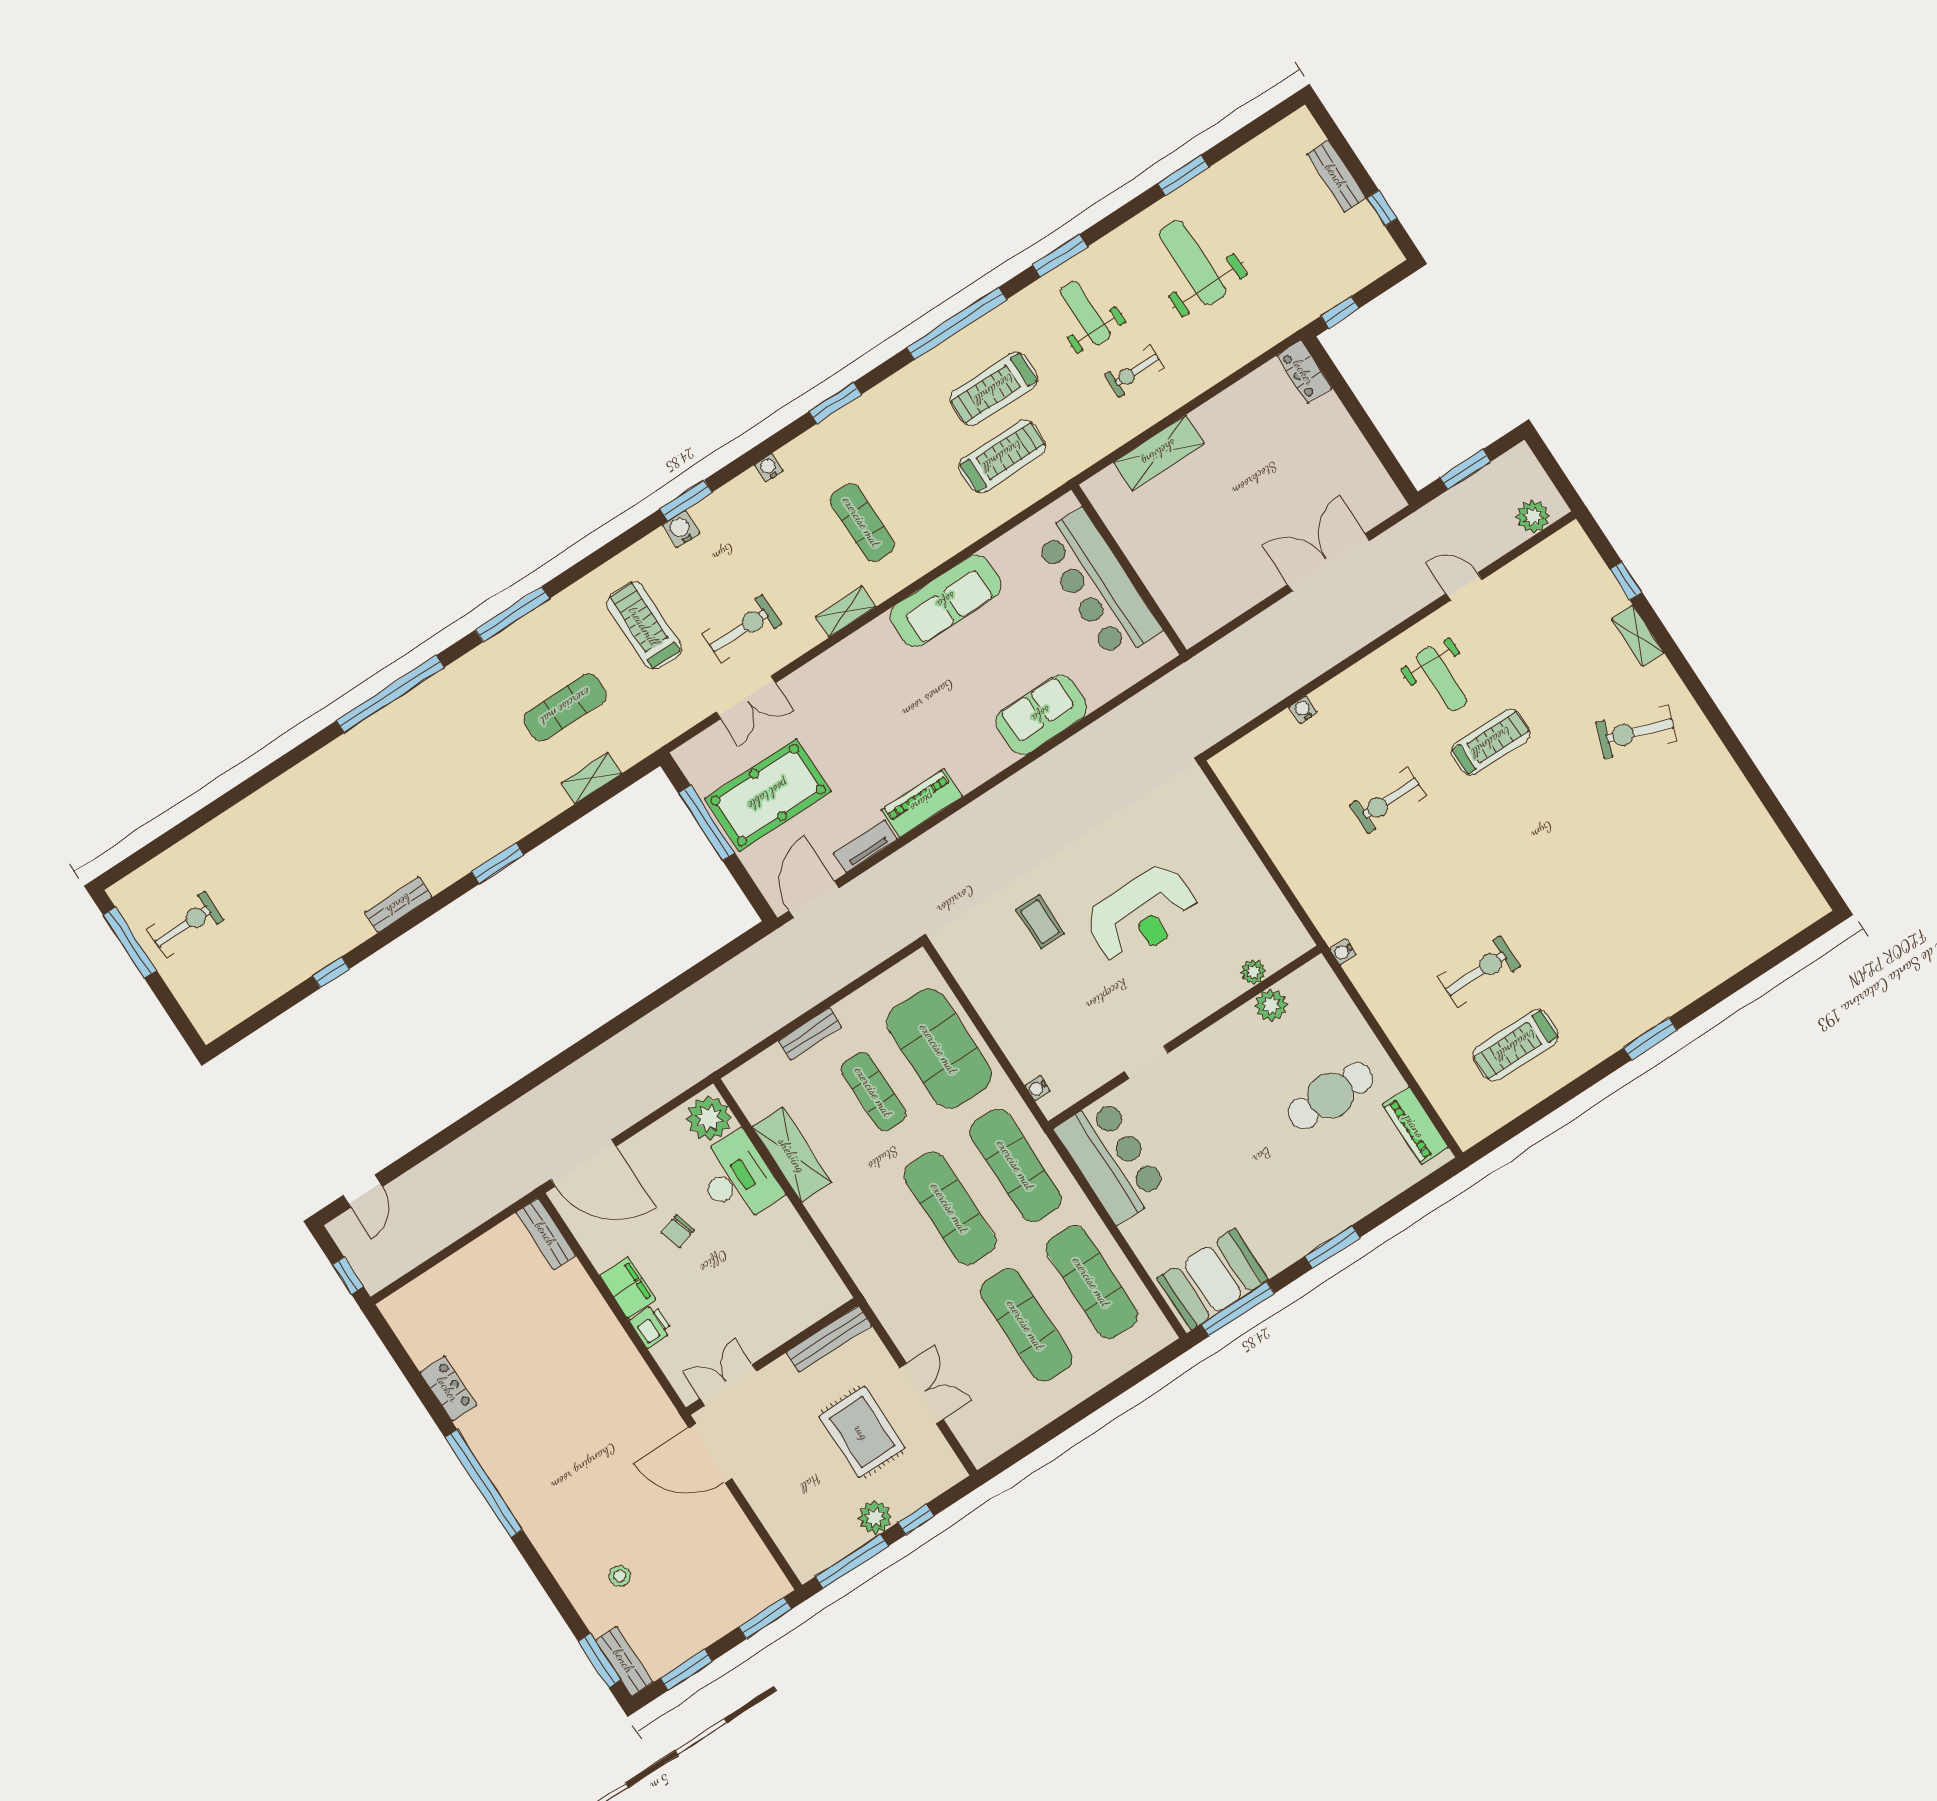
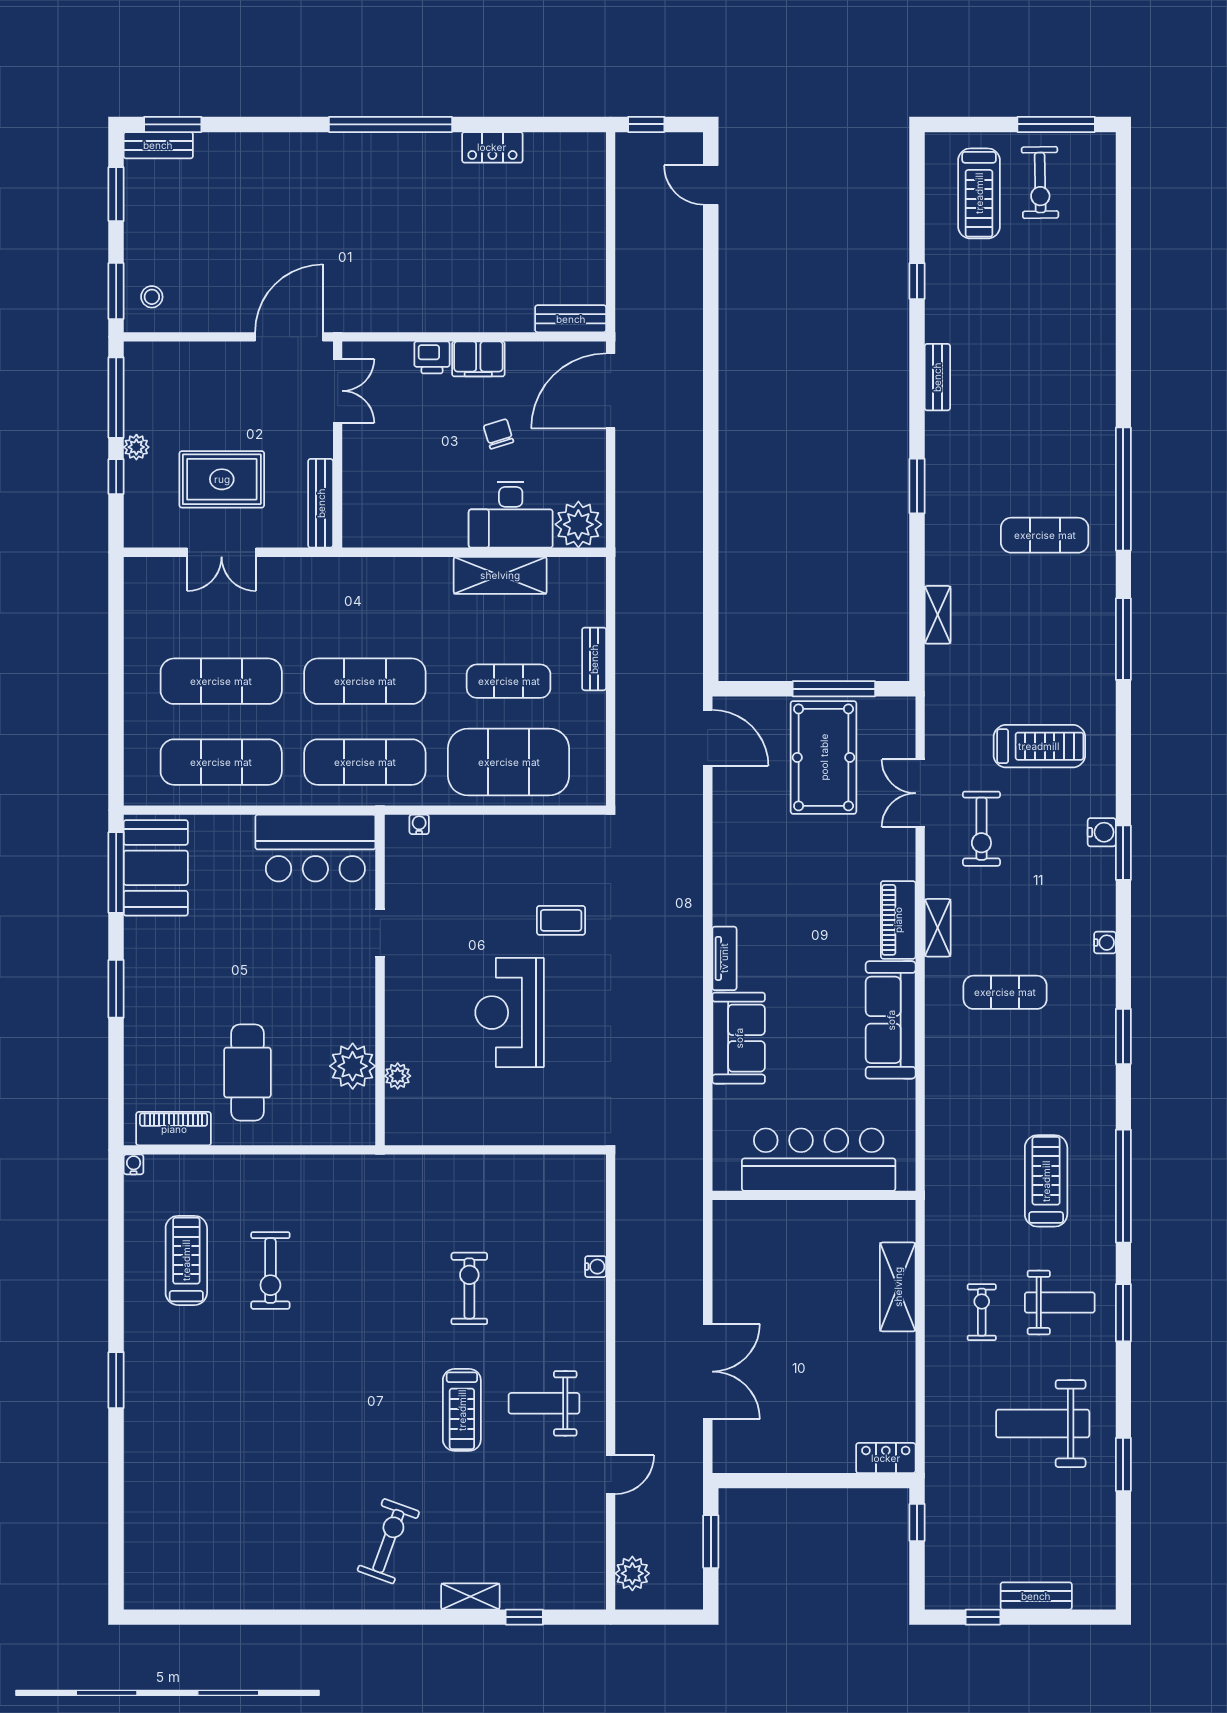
weight bench: (1193, 263) -> (1043, 1424), turned 180
treadmill: (1002, 456) -> (979, 193), moved
exercise mat: (565, 707) -> (1045, 535), moved, turned 90
piano: (922, 803) -> (898, 920), moved, turned 180
tv unit: (865, 846) -> (724, 958), moved
water cooler: (1343, 952) -> (134, 1164), moved
plant: (1271, 1005) -> (353, 1066), width x1.36, depth x1.36
plant: (875, 1517) -> (136, 447), width x0.73, depth x0.73
stool: (620, 1576) -> (152, 297), moved

